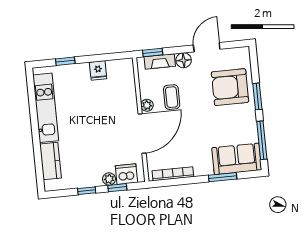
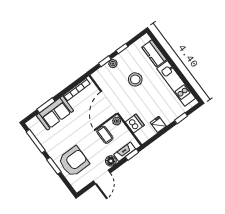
stool: (93, 143) -> (135, 79), added
sofa: (237, 159) -> (55, 113), moved
dishwasher: (126, 174) -> (135, 124), moved, turned -90

